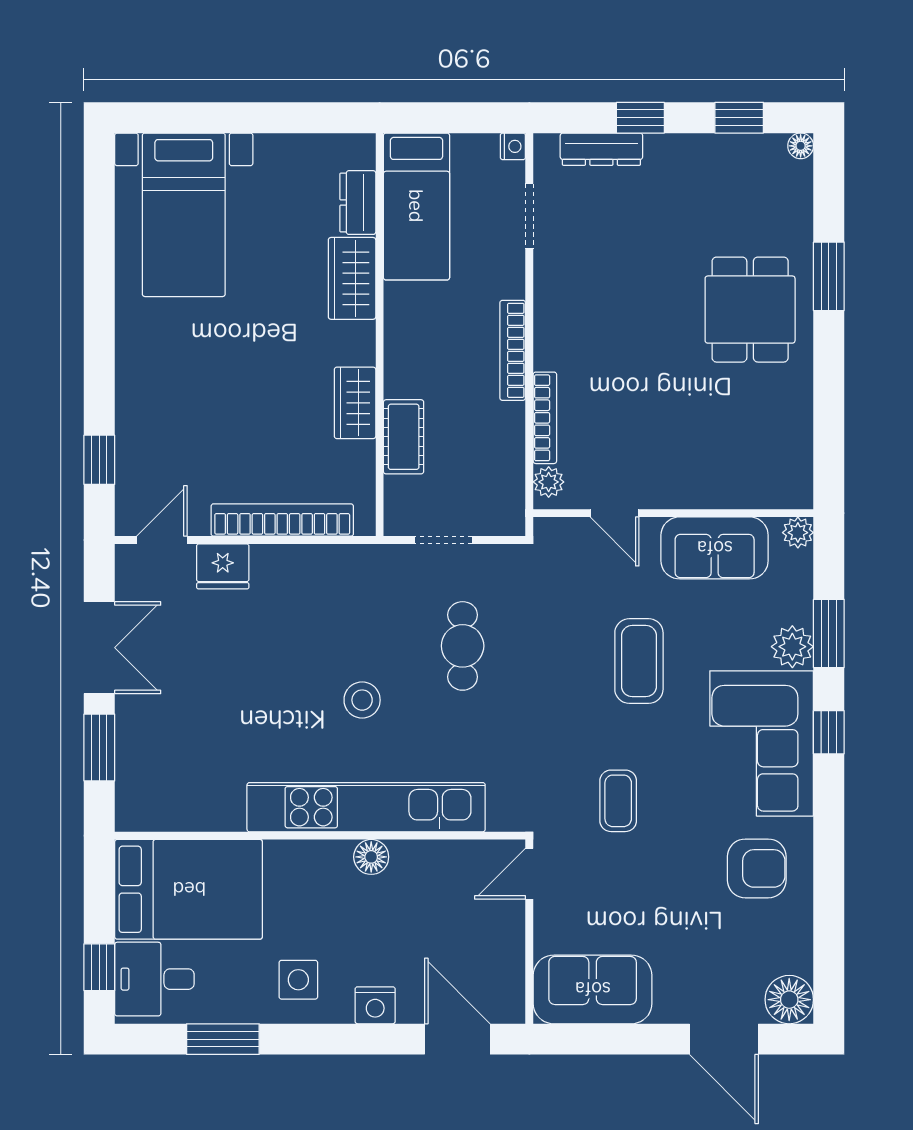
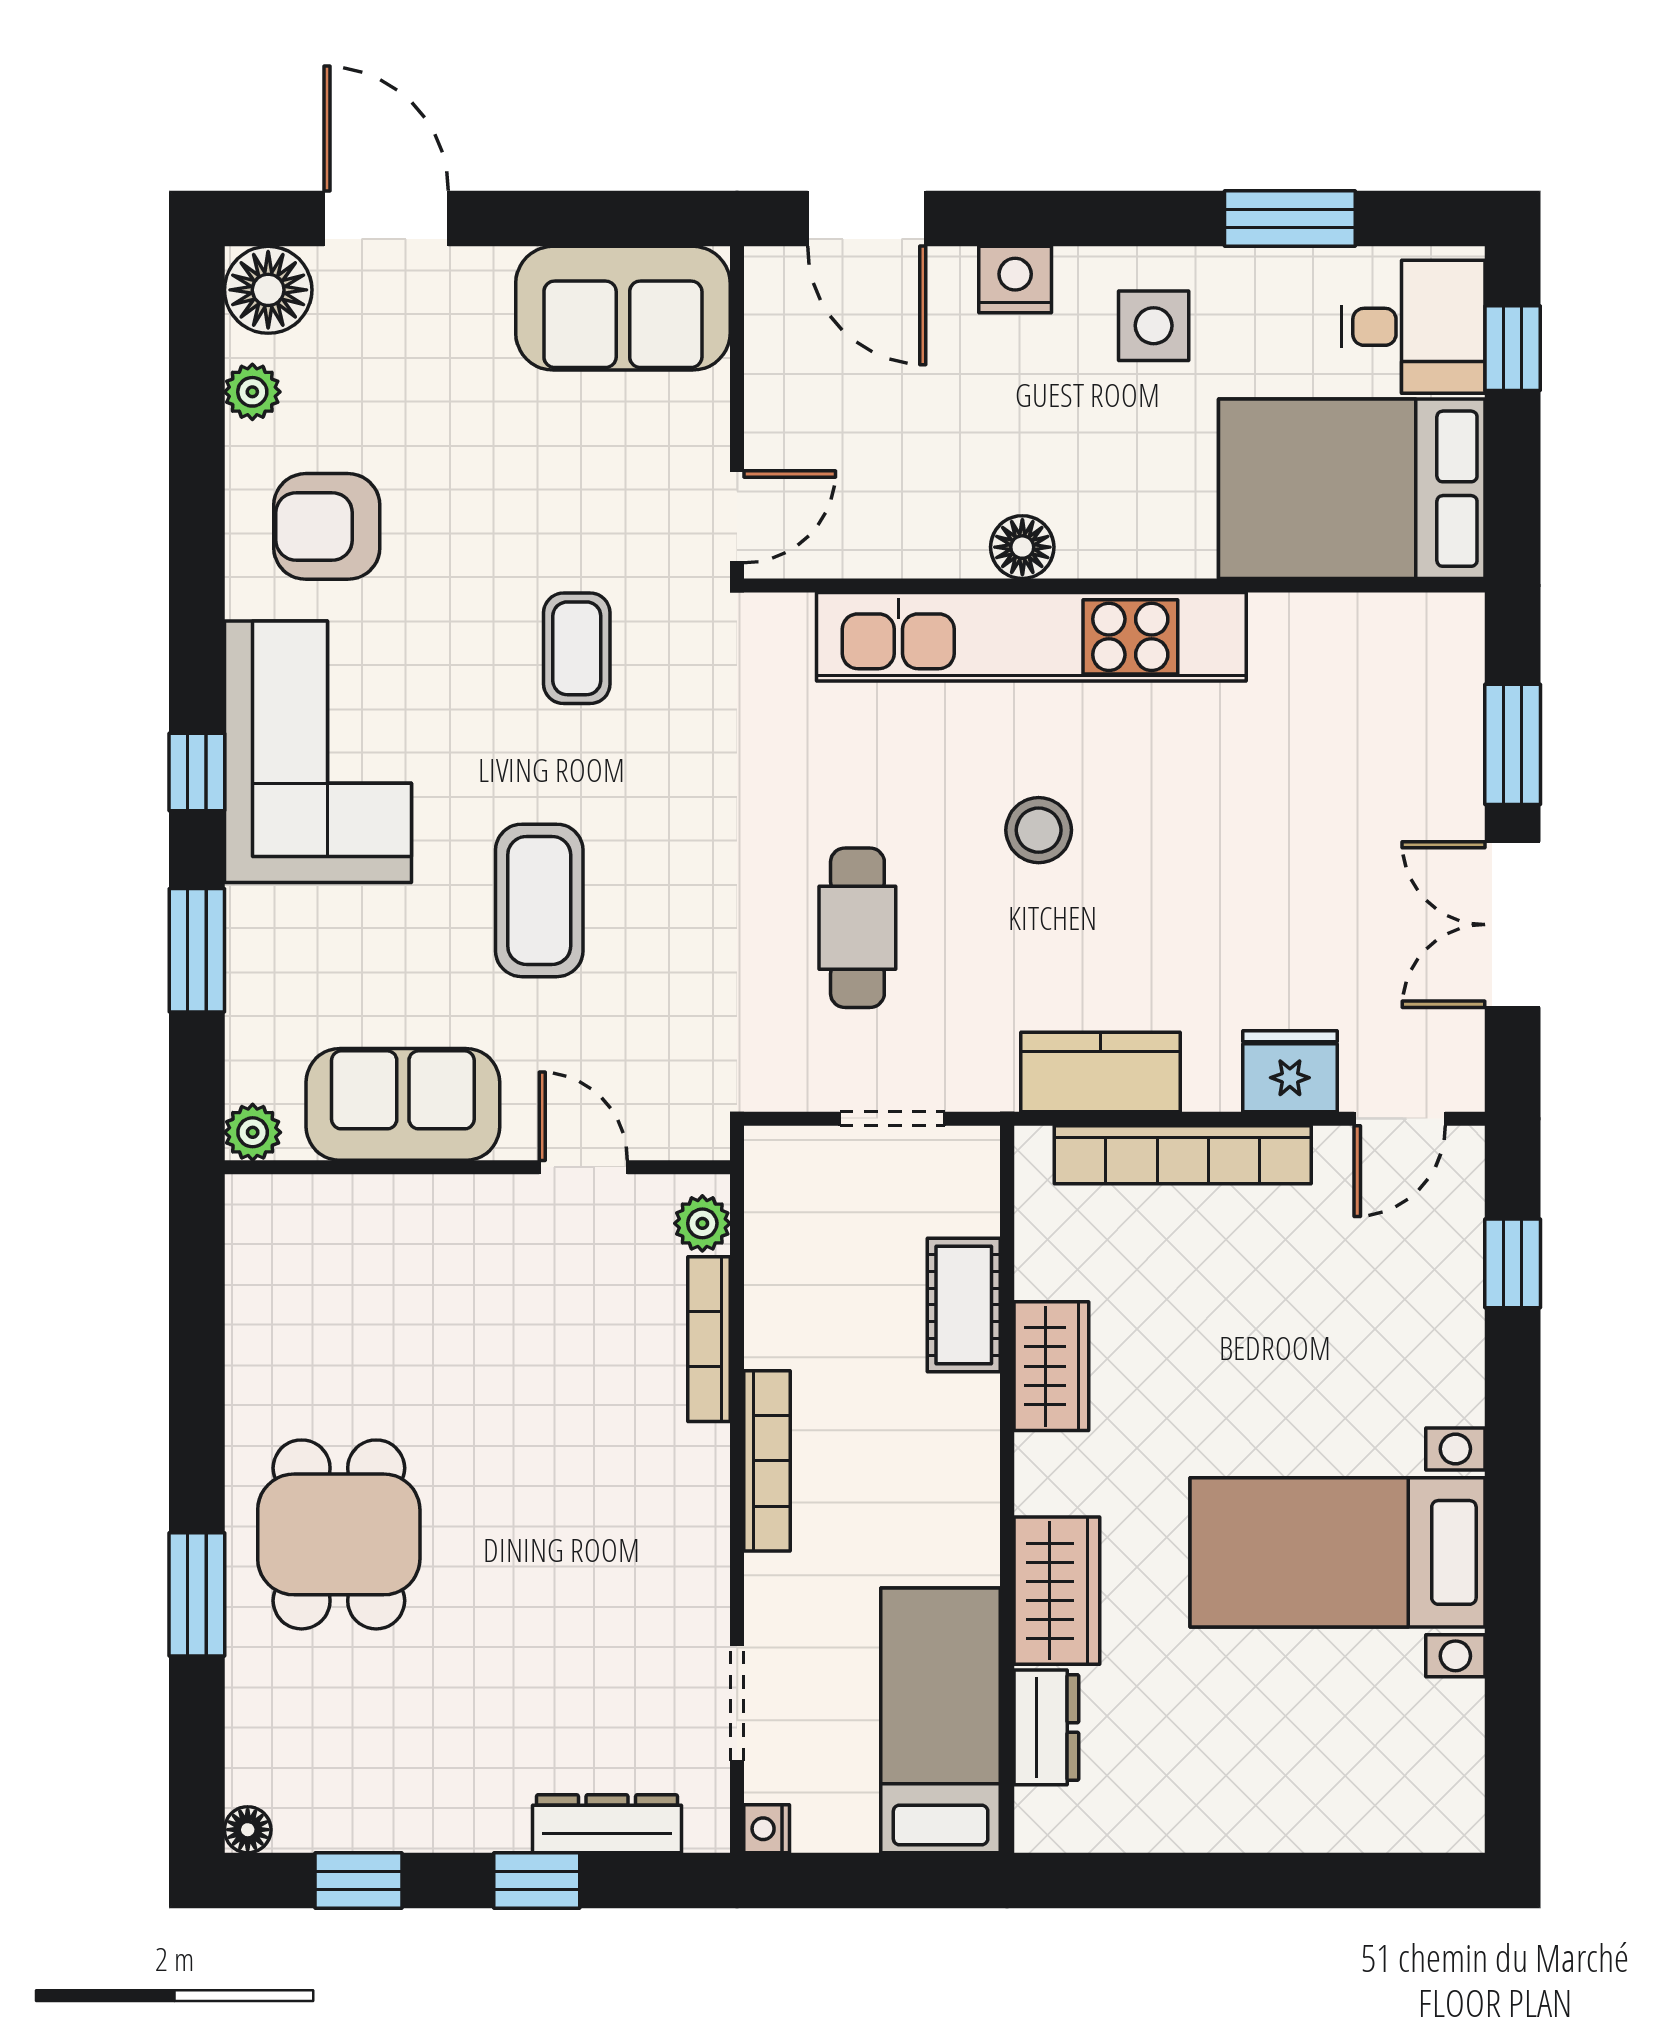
bed with nightstands: (184, 215) -> (1337, 1552), moved, turned -90
kitchen counter: (328, 566) -> (1100, 1072), added
plant: (792, 647) -> (252, 392), moved, width x0.73, depth x0.73

